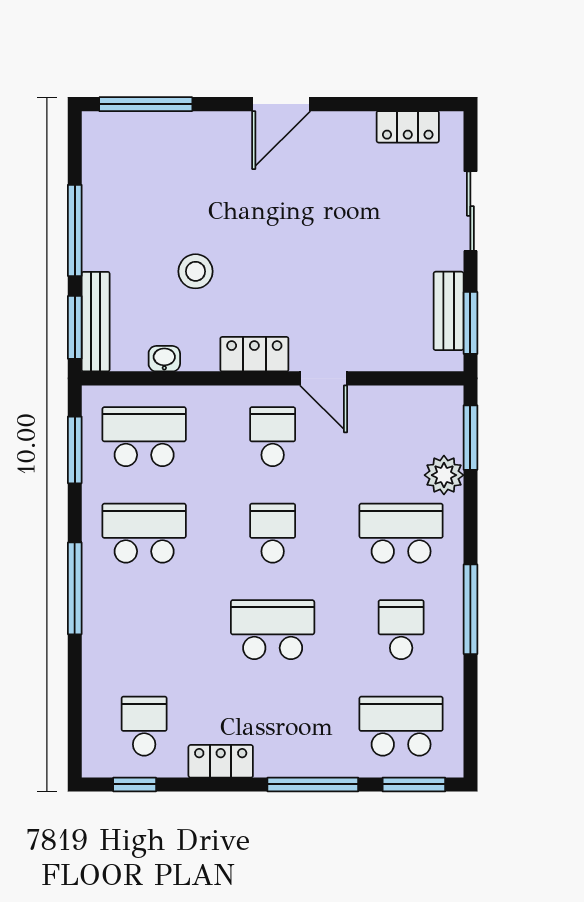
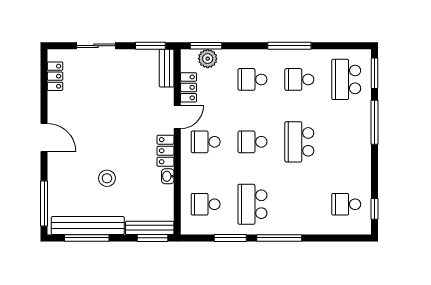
bench: (100, 194) -> (88, 225), added
window: (75, 230) -> (87, 238), moved
stool: (196, 271) -> (107, 178), moved
bench: (449, 311) -> (167, 68), moved, turned 90
washbasin: (164, 359) -> (168, 176), moved
school desk: (144, 437) -> (206, 204), width x0.54
window: (75, 450) -> (230, 238), moved
plant: (444, 475) -> (208, 59), moved
school desk: (401, 533) -> (252, 79), width x0.54
locker: (221, 761) -> (189, 87), moved, turned 180

